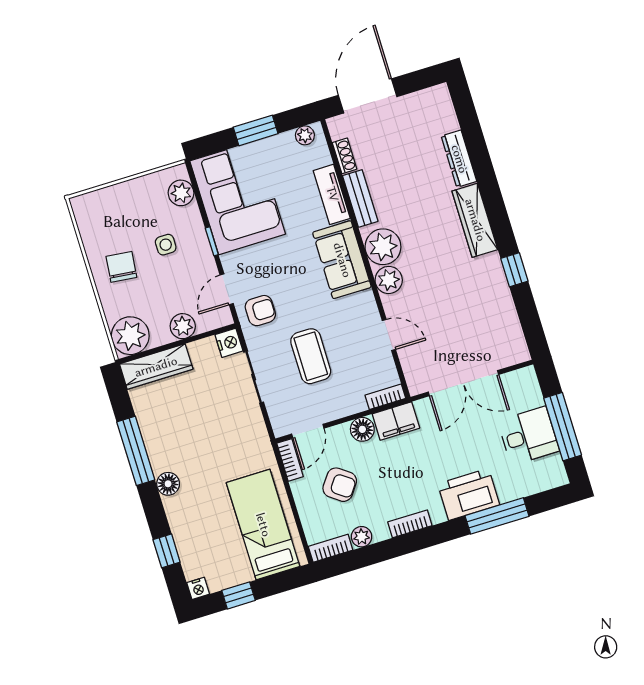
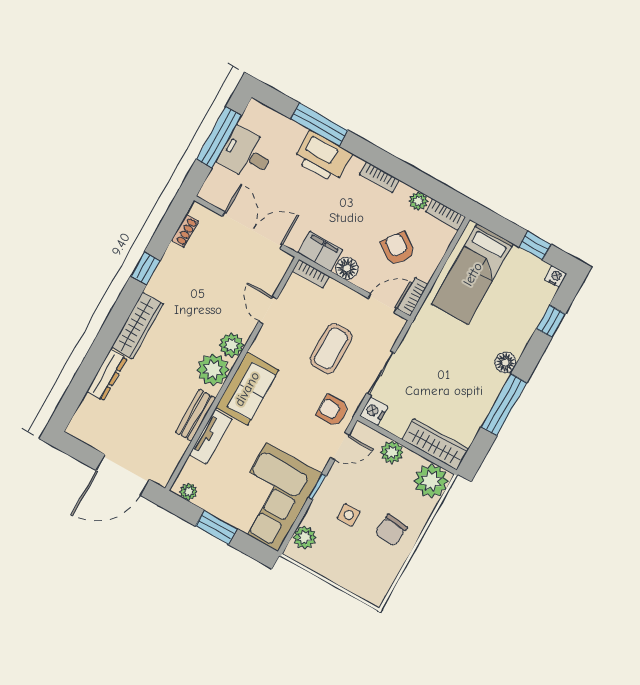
shoe rack: (345, 156) -> (185, 231), moved, turned 180

